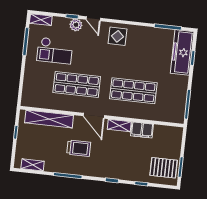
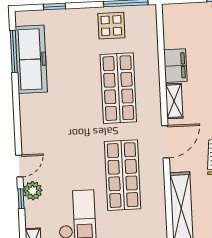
display table: (117, 36) -> (111, 26), moved
freezer: (182, 52) -> (31, 59), moved, turned -90

